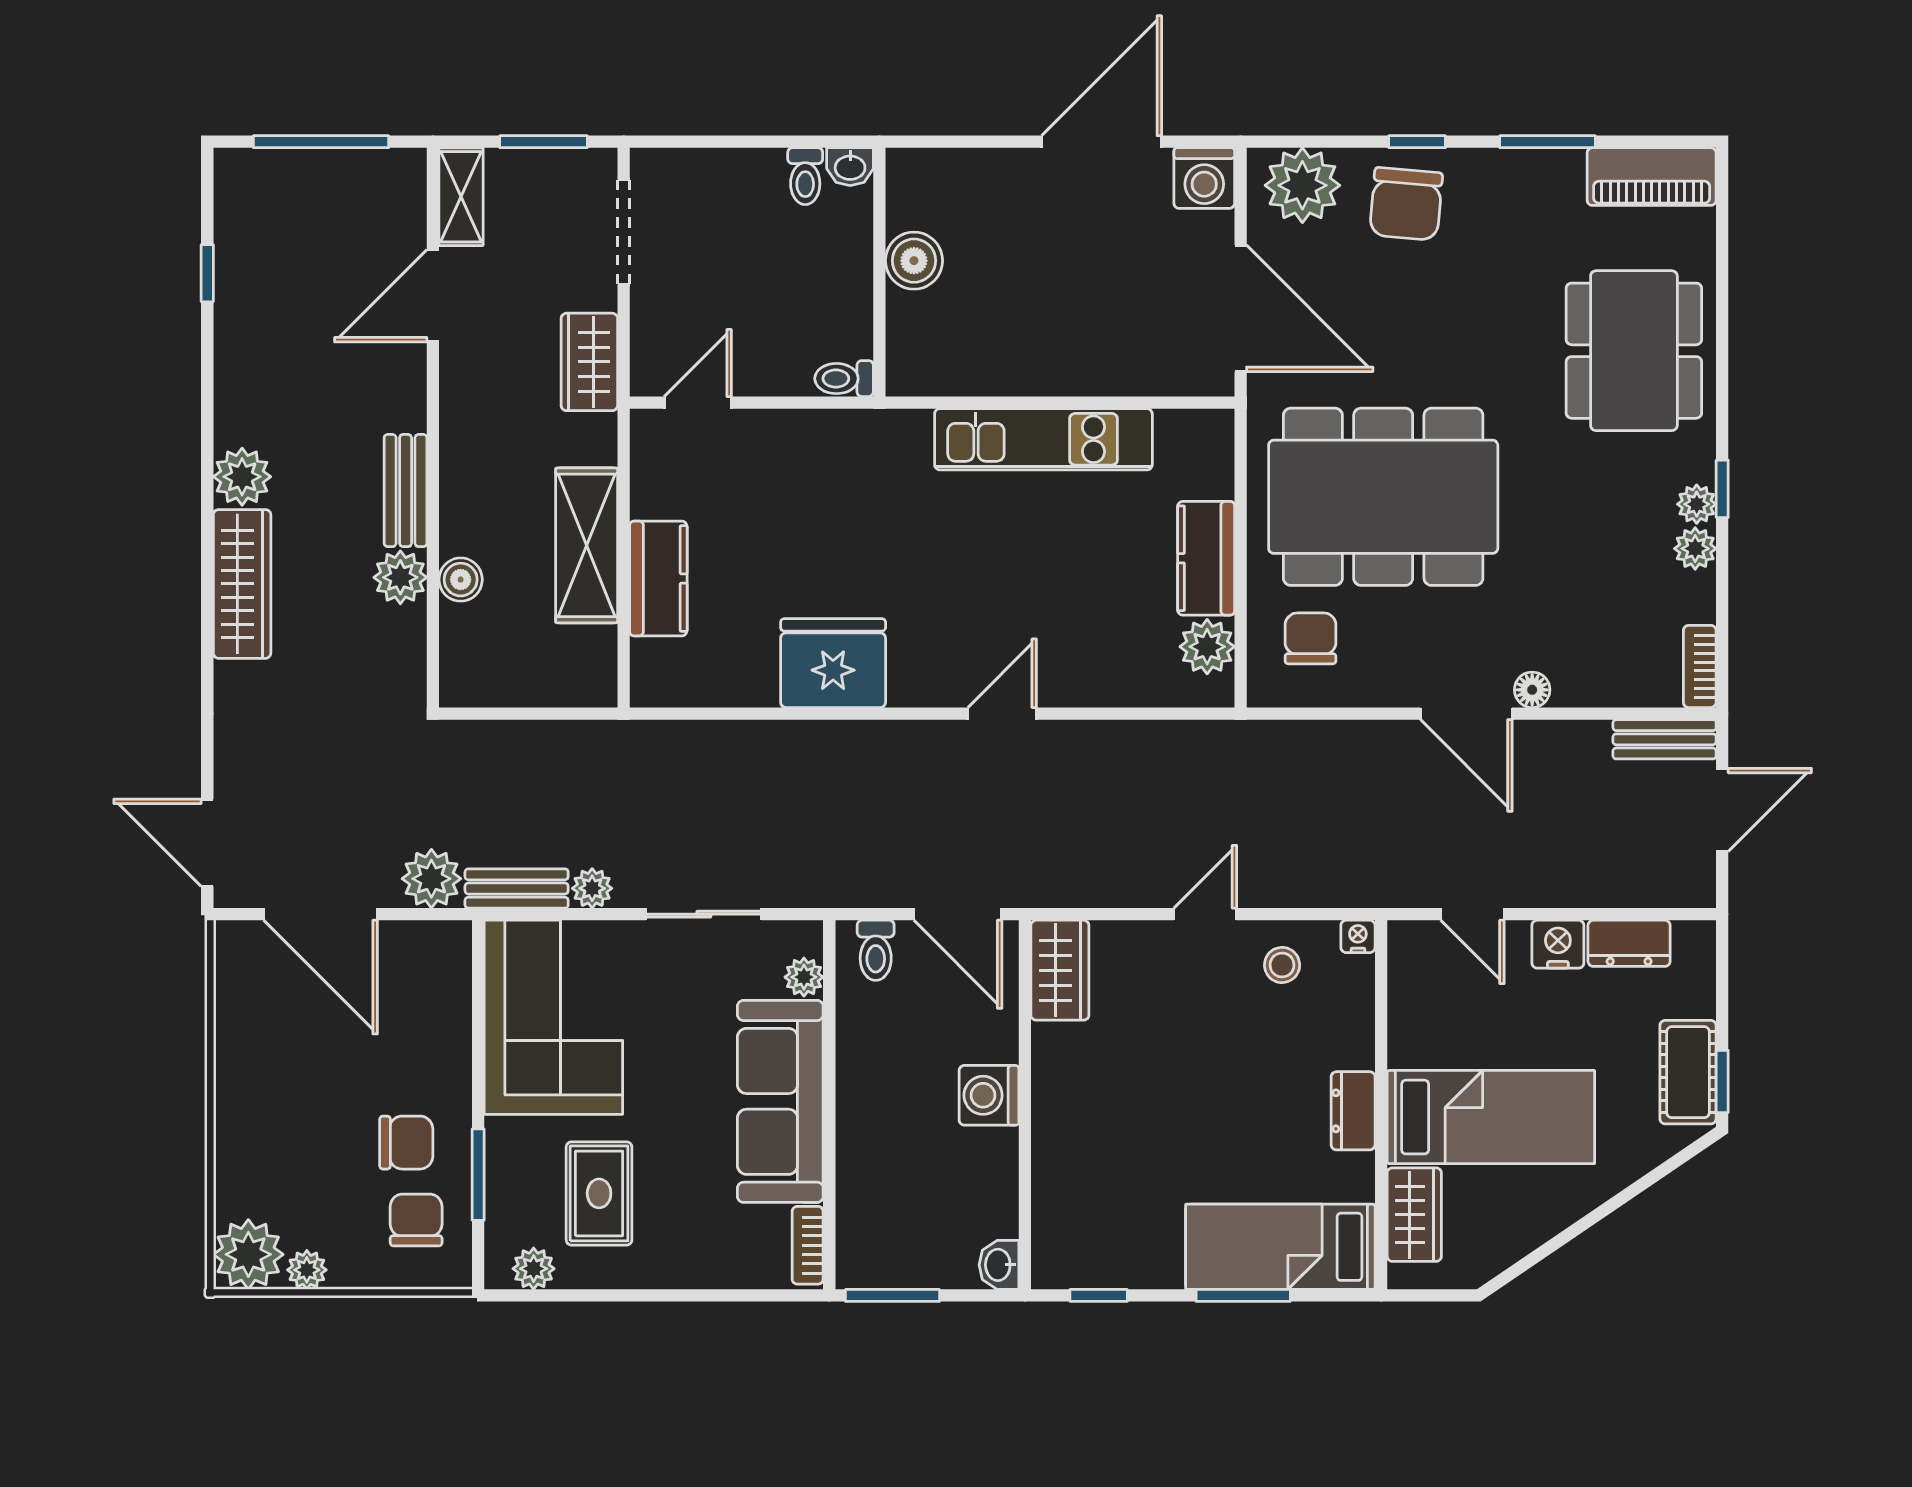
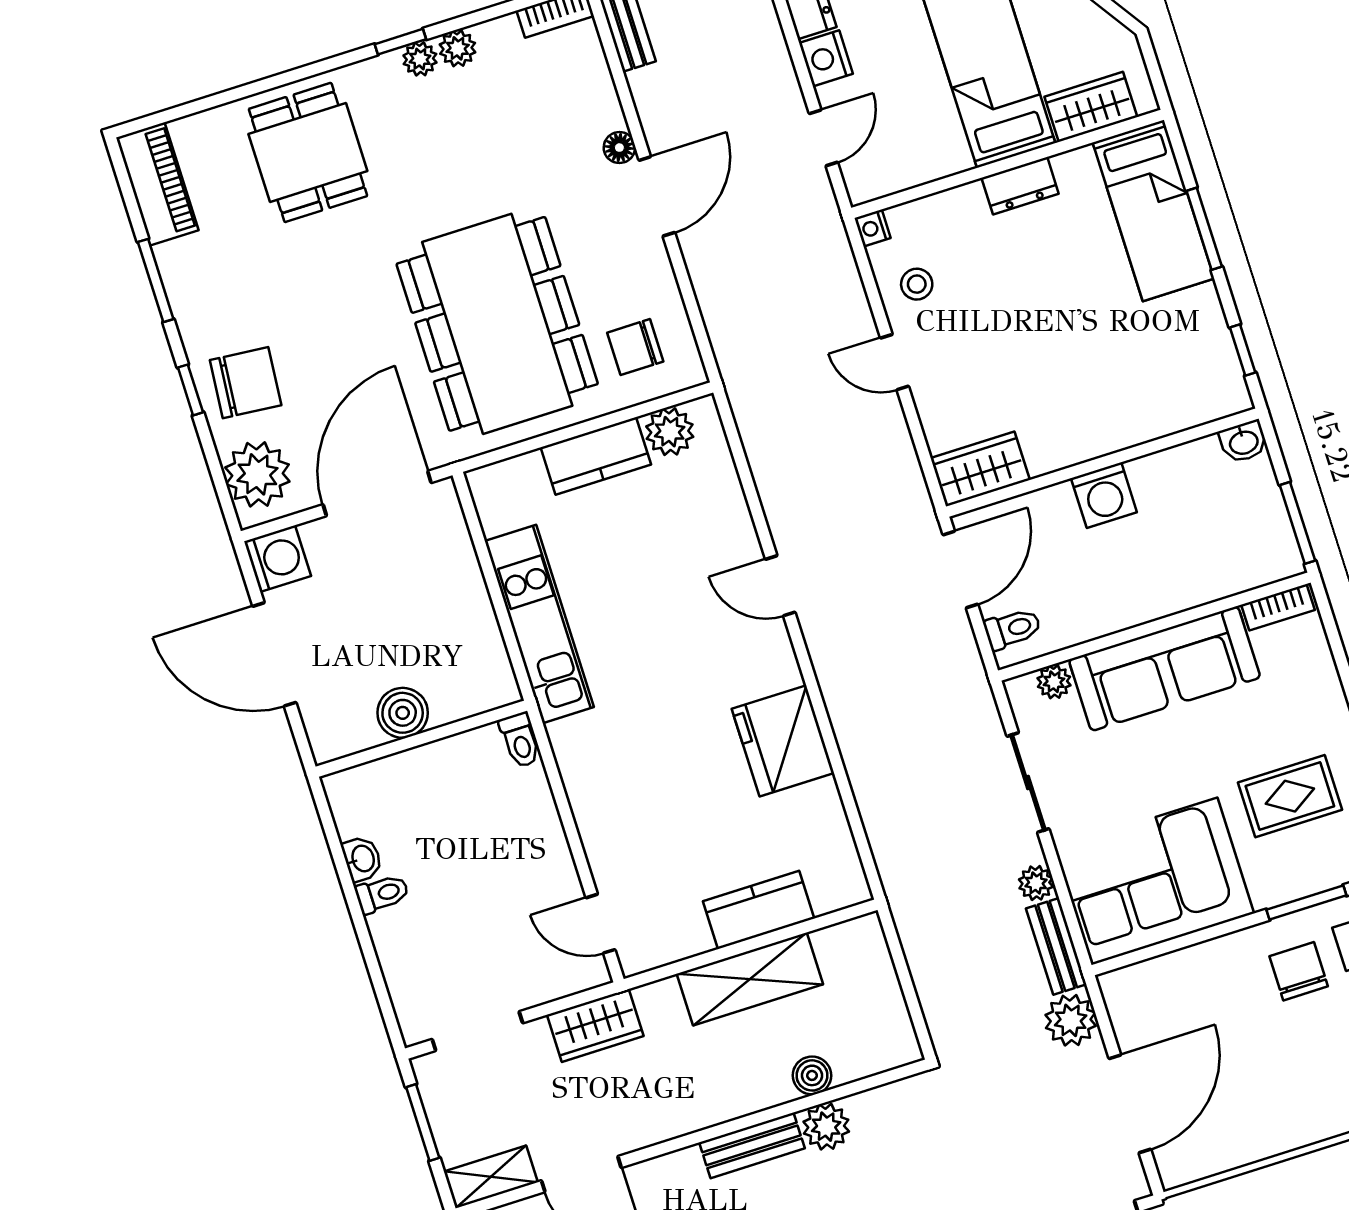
boiler: (914, 261) -> (403, 713), moved
wall: (879, 272) -> (421, 739), moved
dining table: (1634, 351) -> (308, 152), width x0.73
toilet: (844, 379) -> (520, 740), moved

